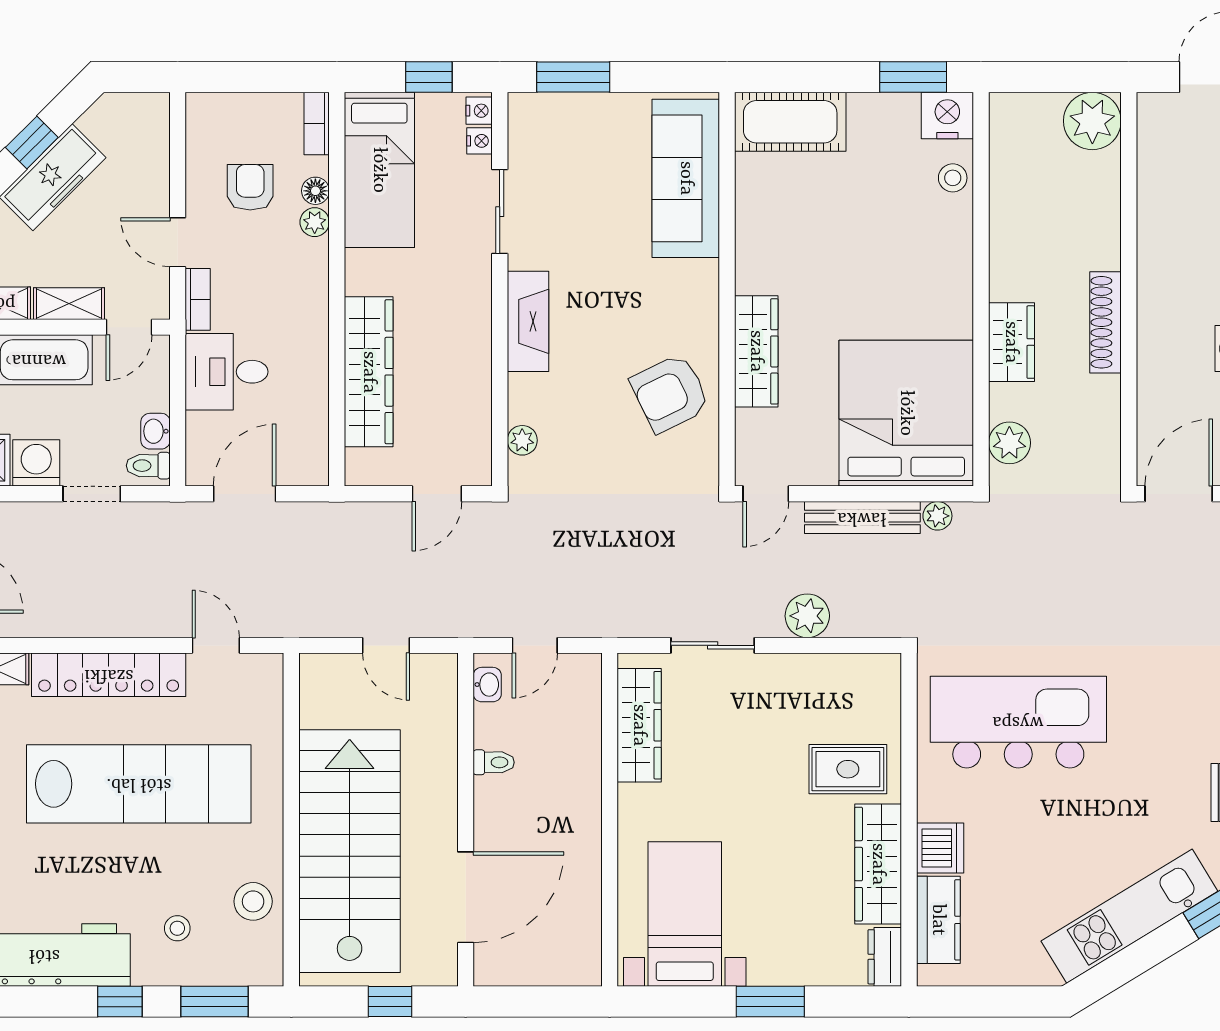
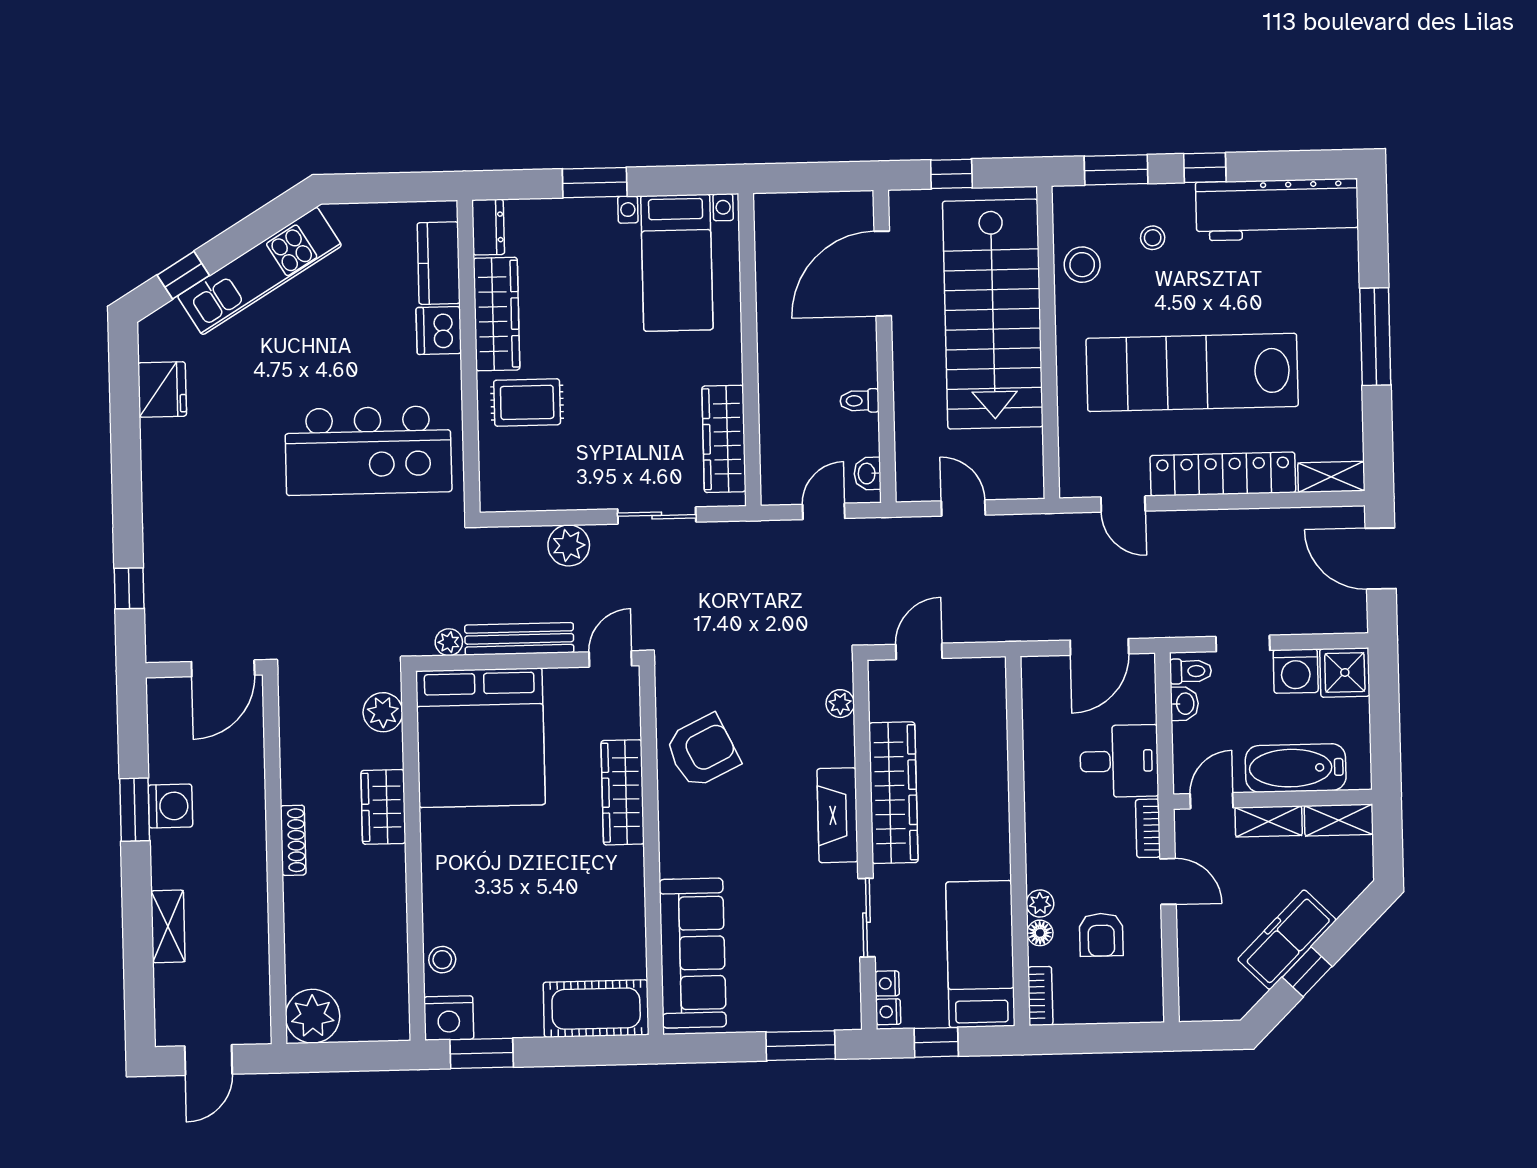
shoe rack: (1105, 322) -> (293, 840), width x0.74, depth x0.81
wardrobe: (369, 372) -> (893, 793), moved, turned 180

